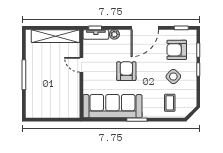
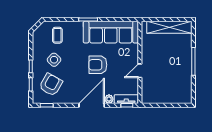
door: (145, 28) -> (92, 105), moved
shelving: (56, 36) -> (169, 27), moved
armchair: (177, 50) -> (51, 85), turned -61
door: (81, 65) -> (140, 71), swing flipped
armchair: (126, 71) -> (98, 65), turned 90

